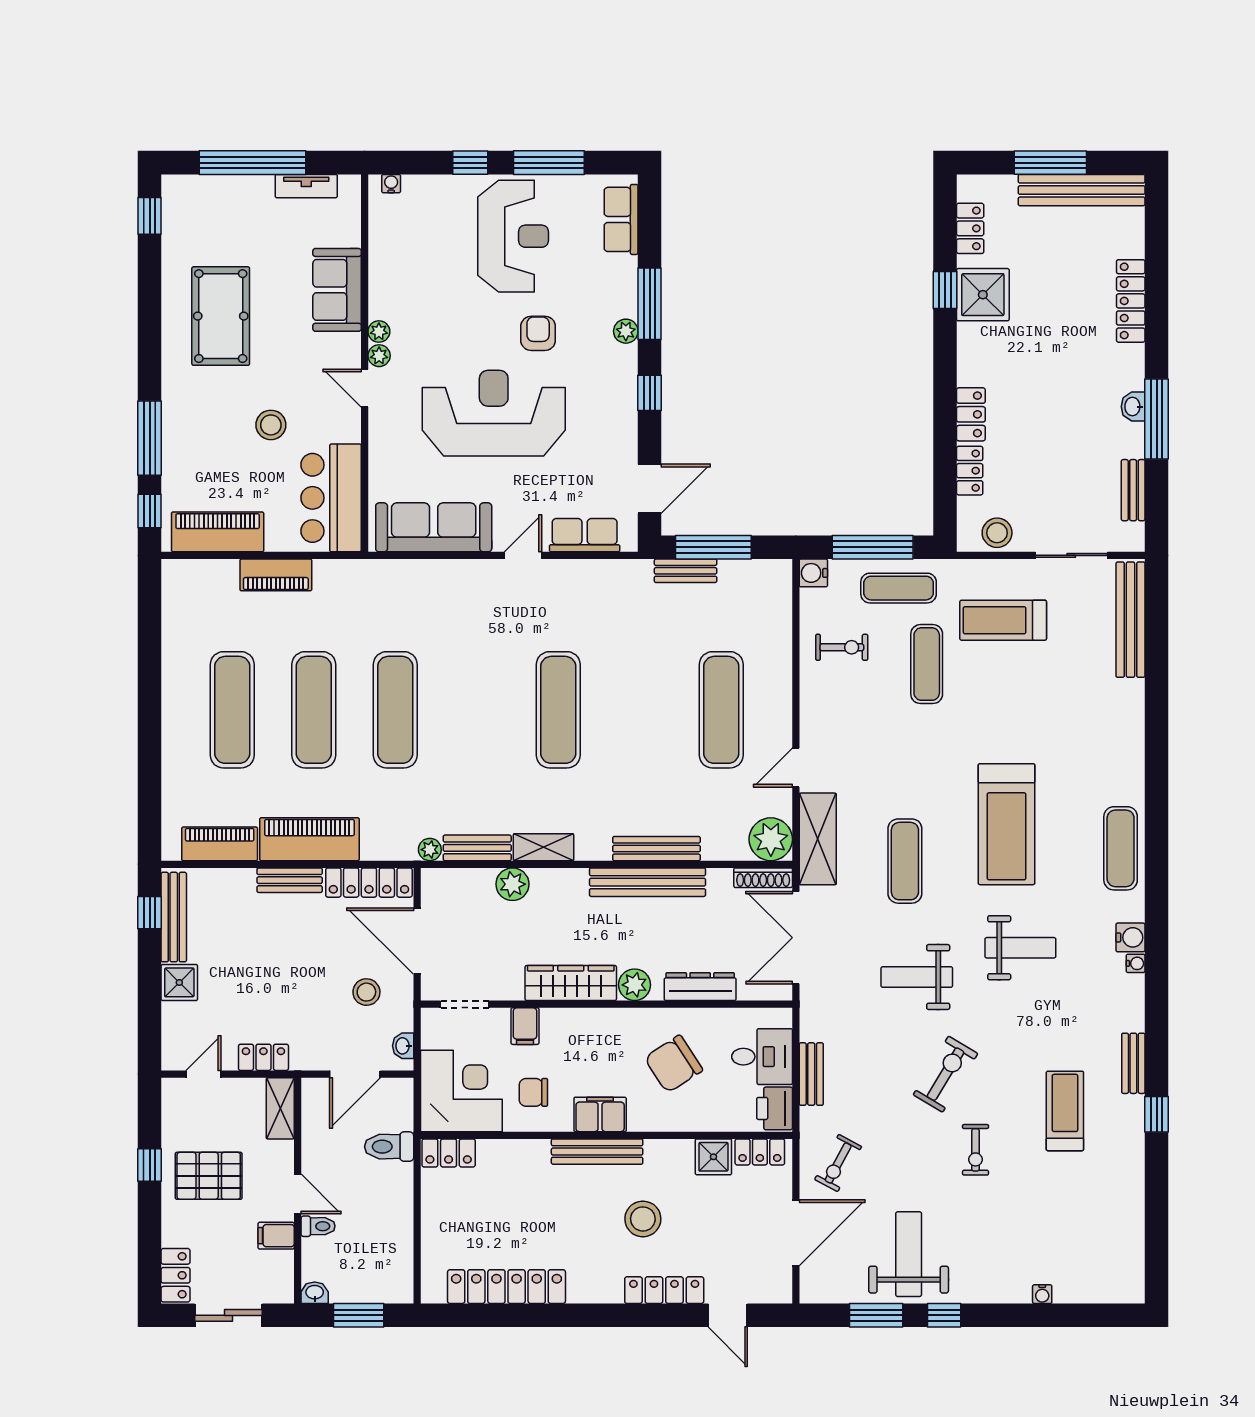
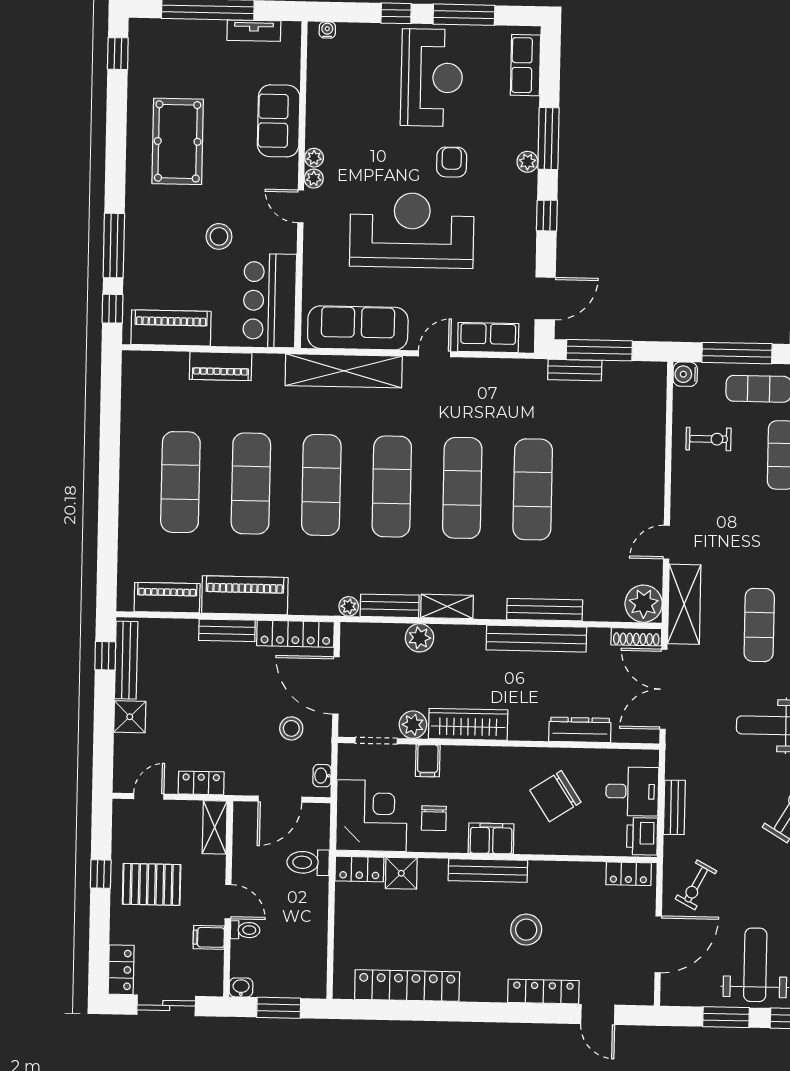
shelving: (418, 577) -> (344, 371), added
exercise mat: (477, 710) -> (392, 486), added
exercise mat: (721, 710) -> (533, 489), moved
plant: (635, 985) -> (413, 725), moved
chair: (533, 1092) -> (434, 818), turned -90
shower: (713, 1157) -> (401, 873), moved

